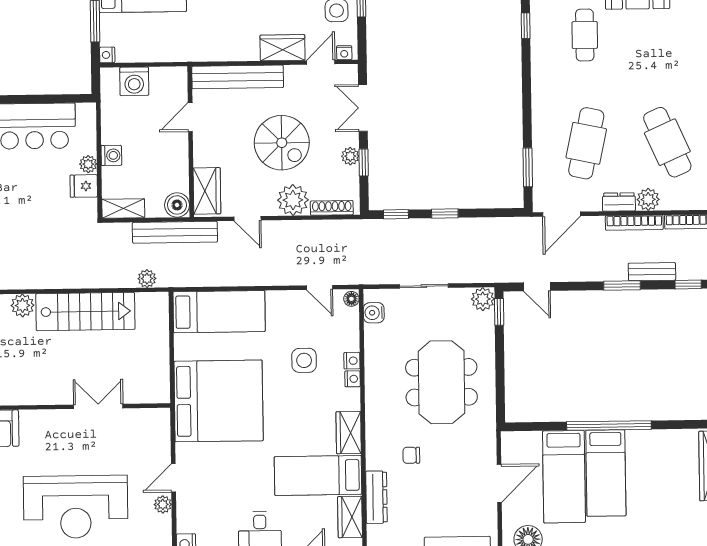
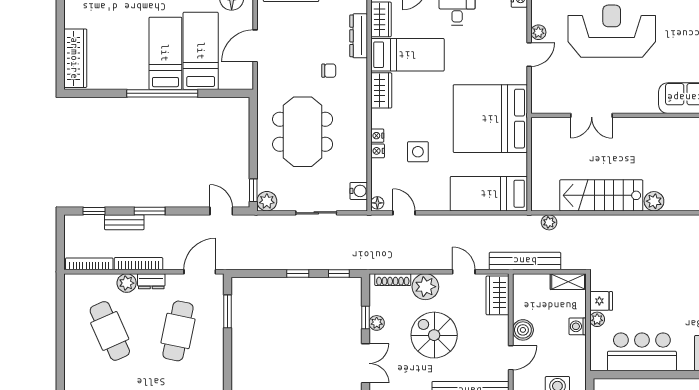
boiler: (177, 205) -> (523, 330), moved

